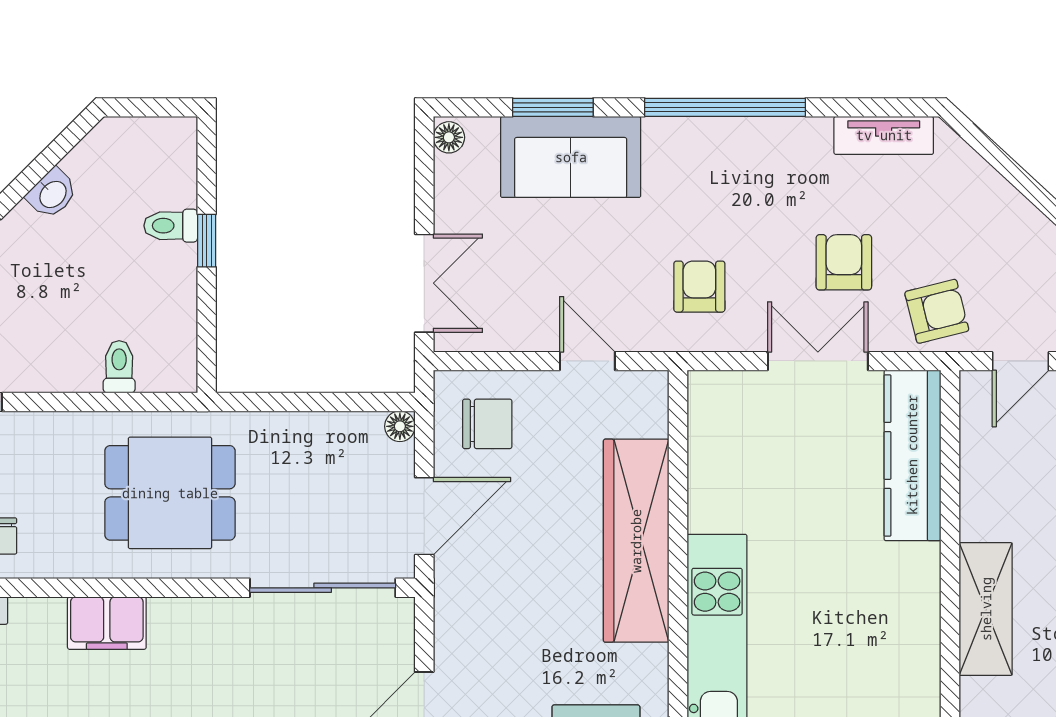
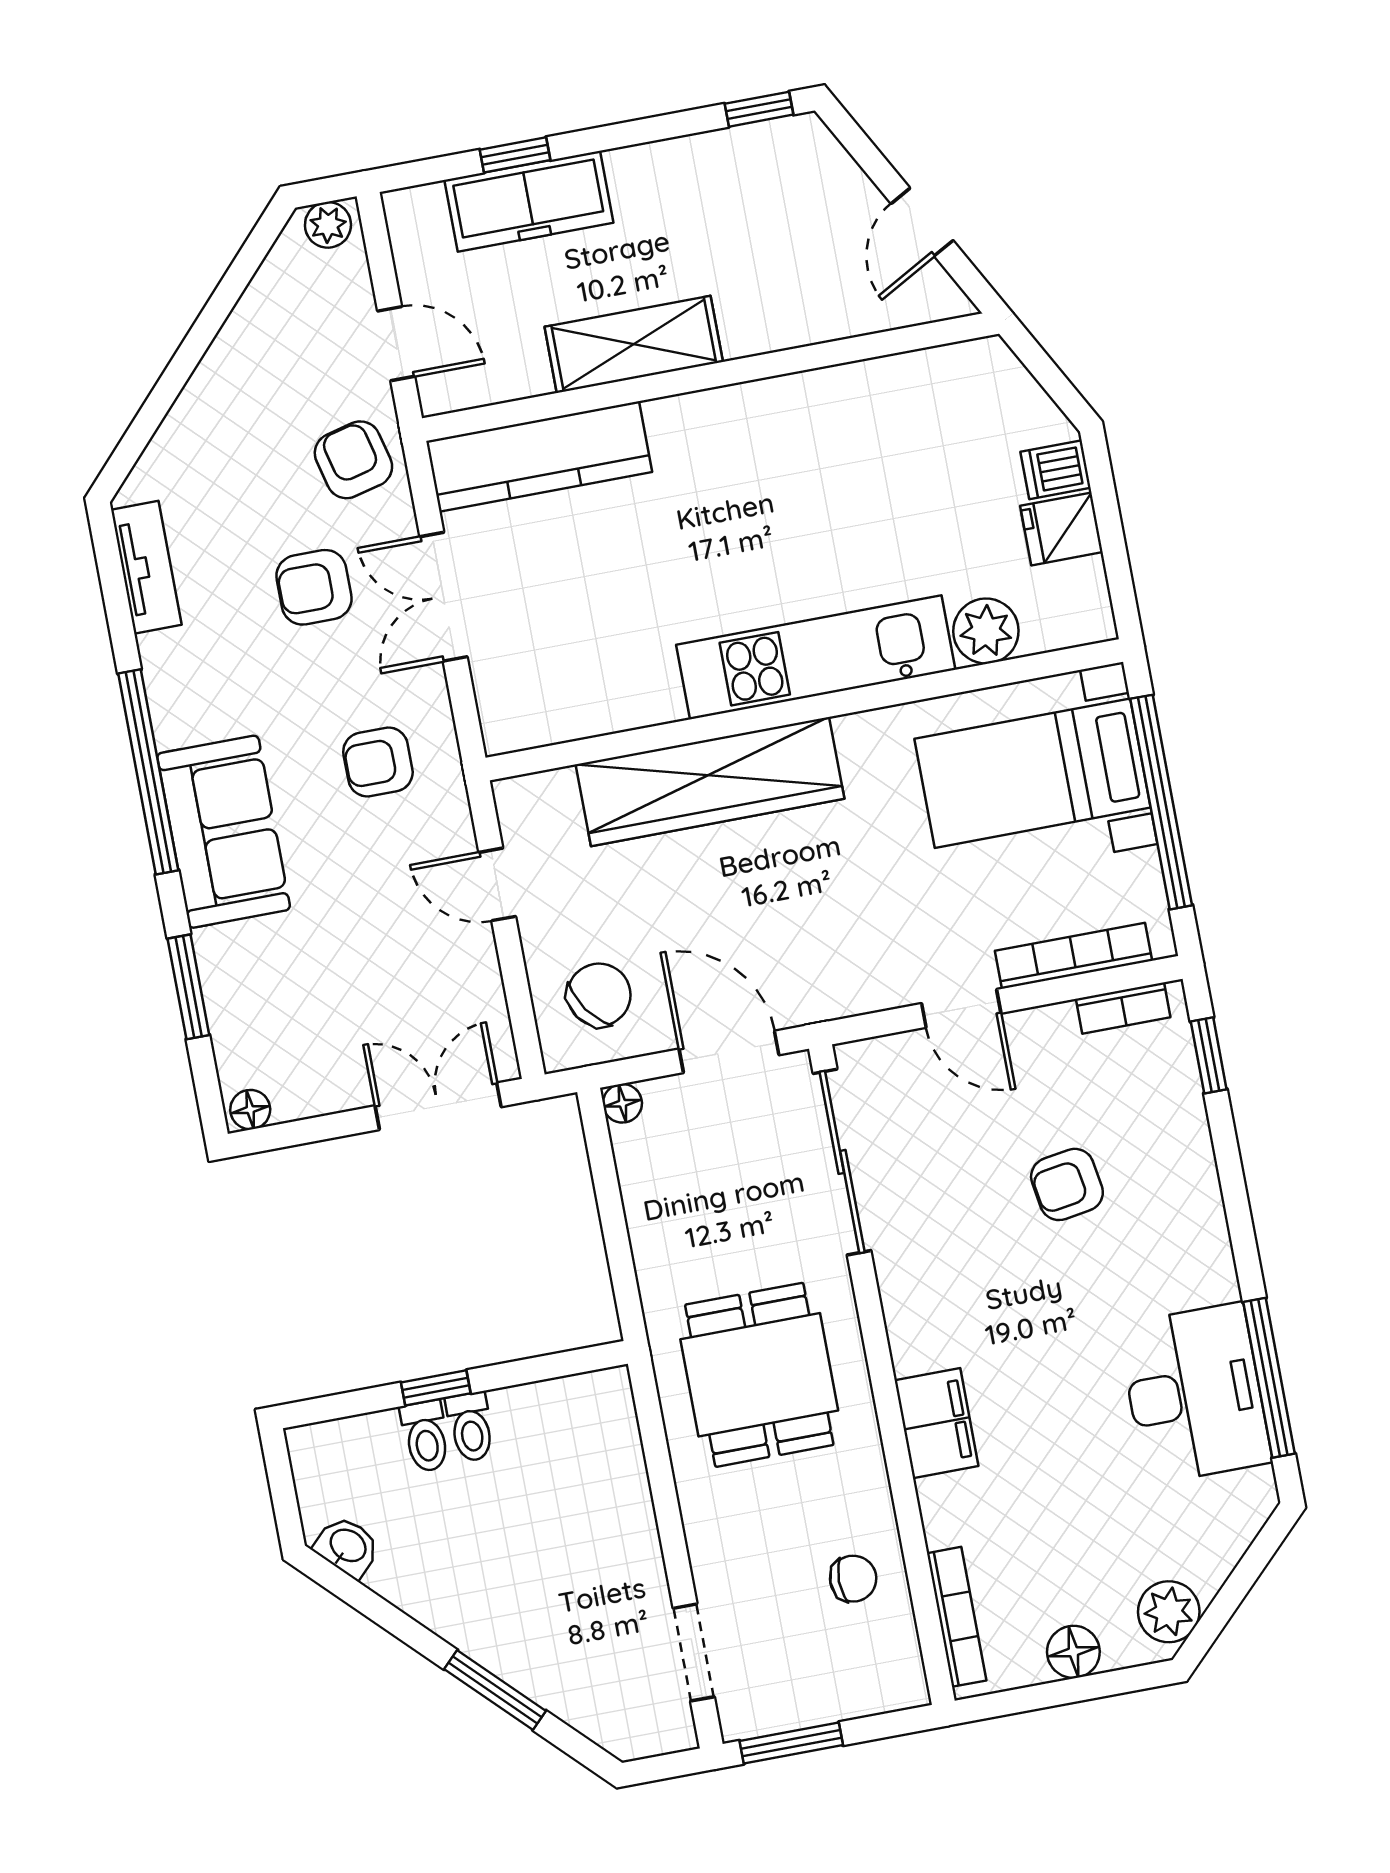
sofa: (571, 157) -> (224, 832), moved
washbasin: (52, 194) -> (347, 1547), moved
door: (587, 361) -> (497, 884), hinge flipped
toilet: (119, 367) -> (470, 1427), moved, turned -90
chair: (487, 424) -> (599, 995), turned 55
shelving: (986, 609) -> (634, 344), moved

